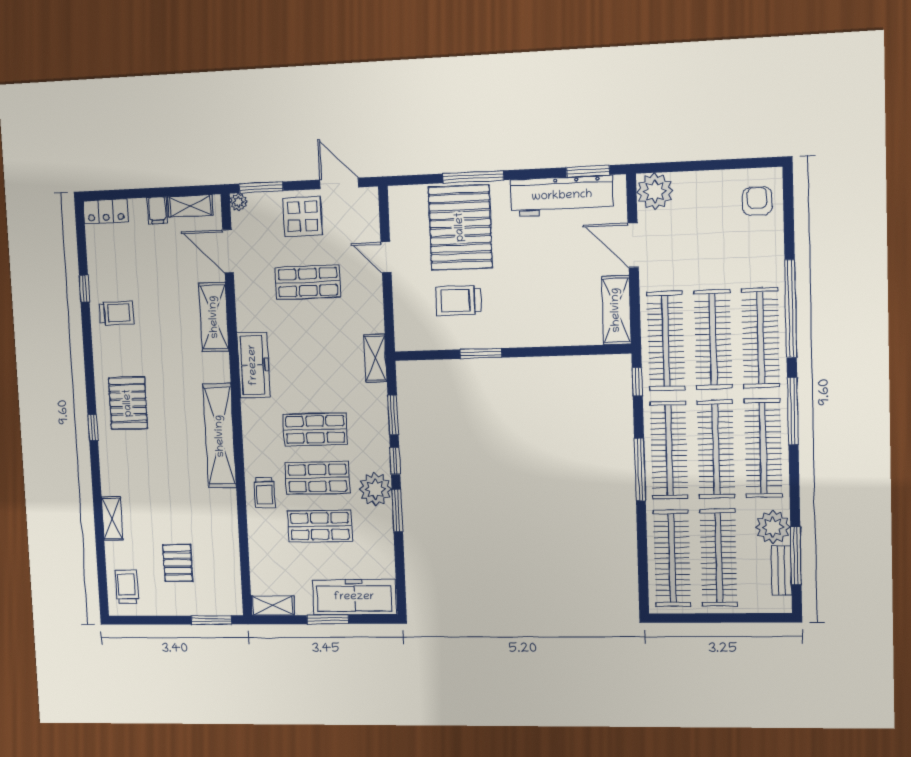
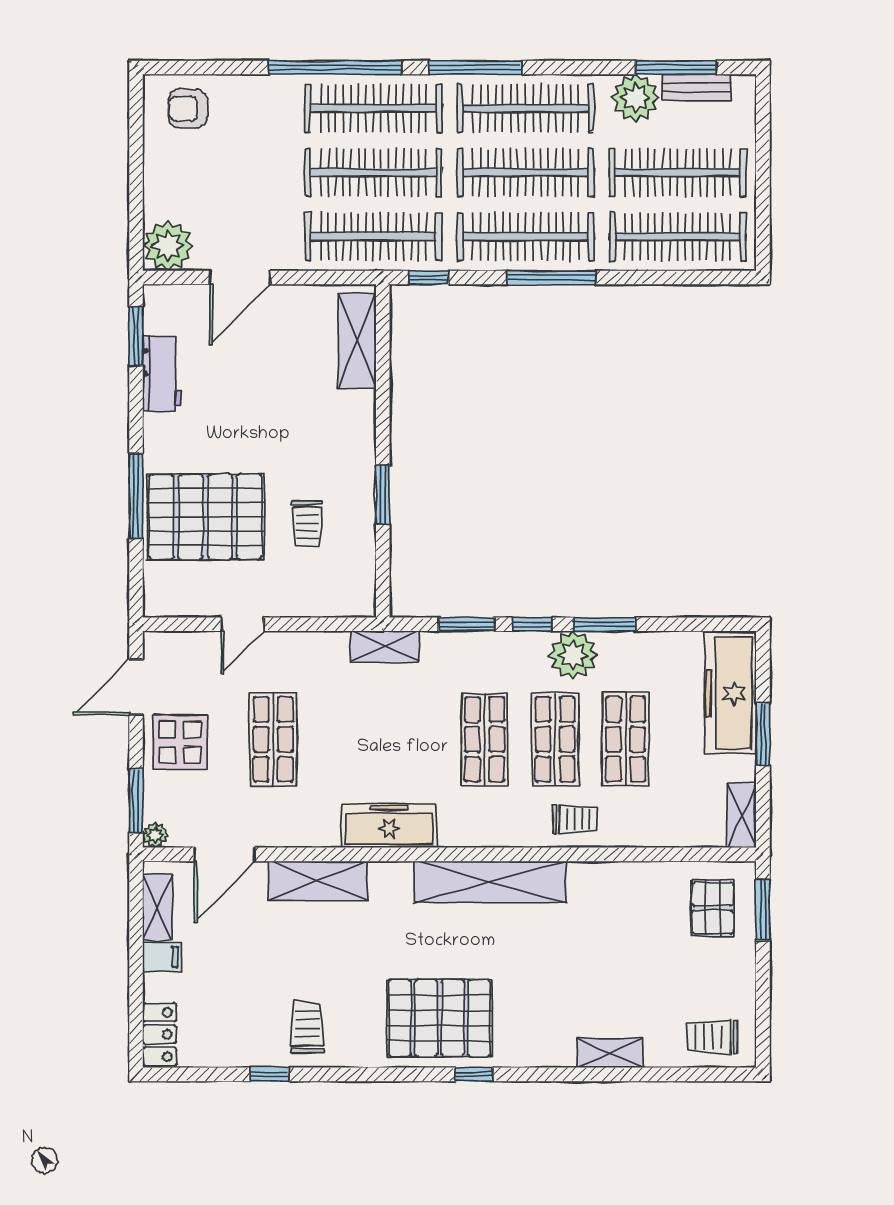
workbench: (562, 196) -> (162, 374), width x0.53, depth x0.76
trolley: (458, 301) -> (307, 524), width x0.73, depth x0.72
shelving: (616, 310) -> (357, 341), moved, turned 90
pallet: (128, 403) -> (439, 1018), width x1.37, depth x1.41
pallet: (178, 563) -> (713, 908), moved, turned 90

